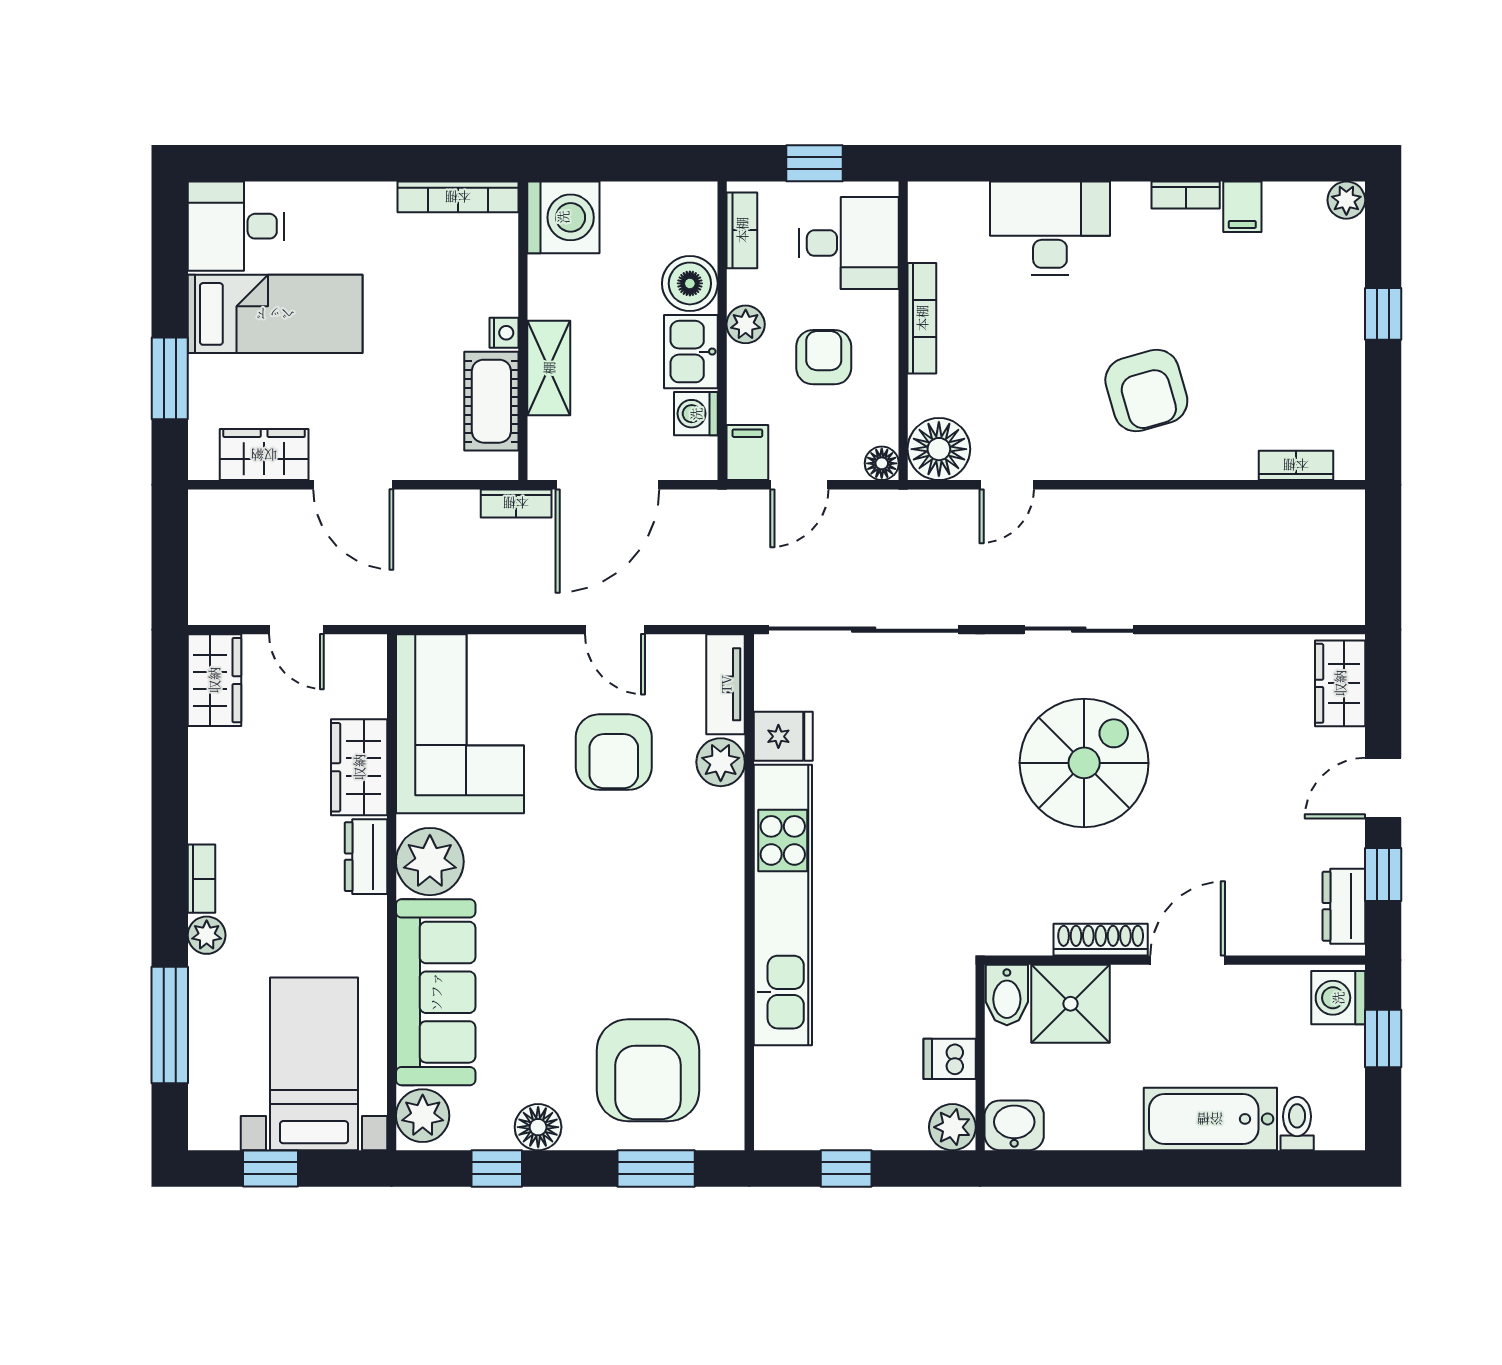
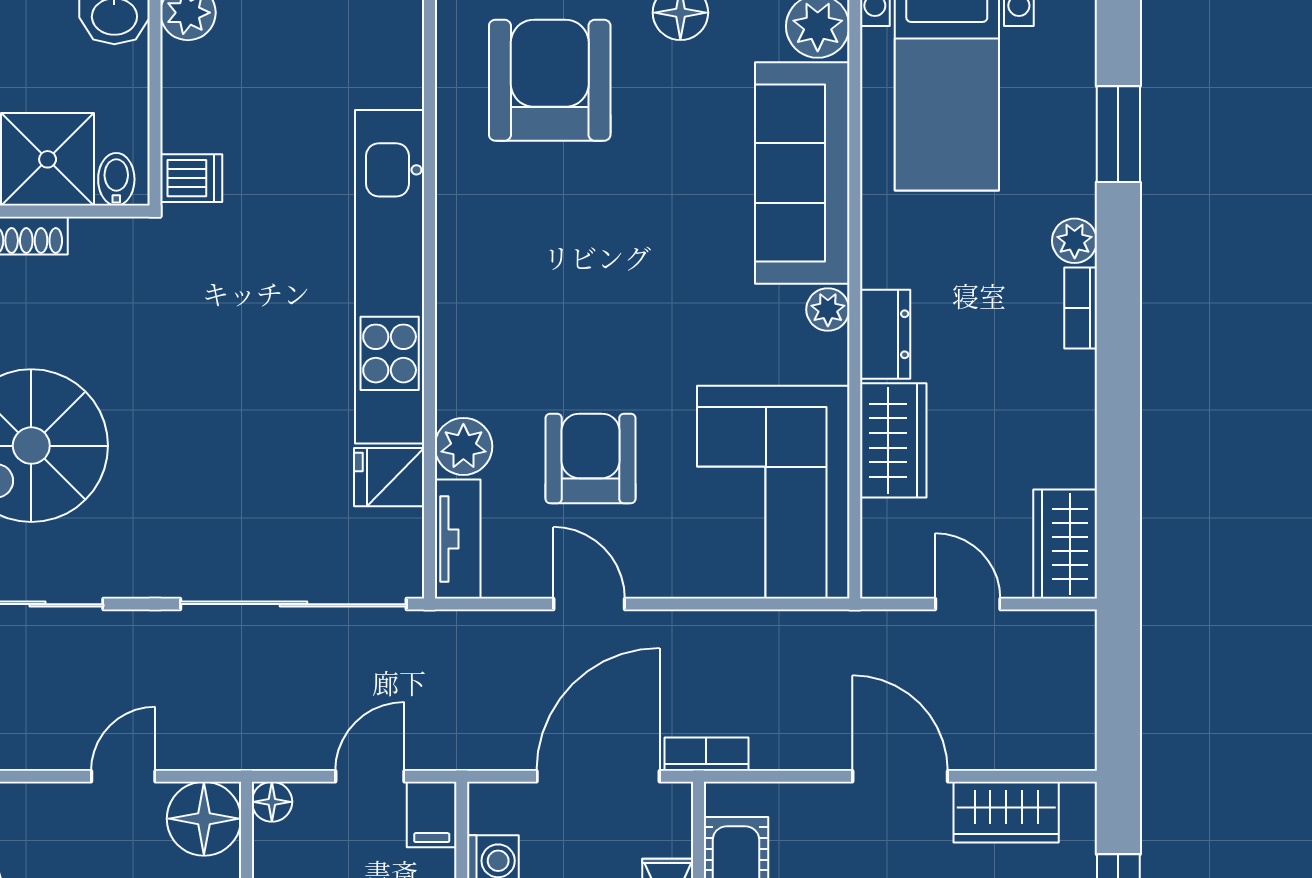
plant: (430, 862) -> (828, 310), width x0.53, depth x0.53
bidet: (1007, 995) -> (116, 179), width x0.72, depth x0.74
window: (170, 1025) -> (1118, 134), width x0.69
dishwasher: (950, 1059) -> (191, 178), moved

